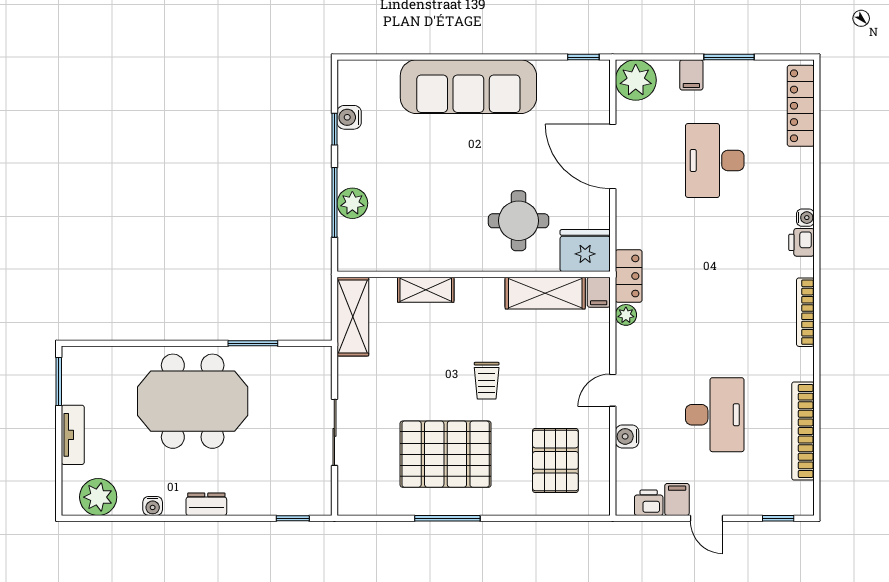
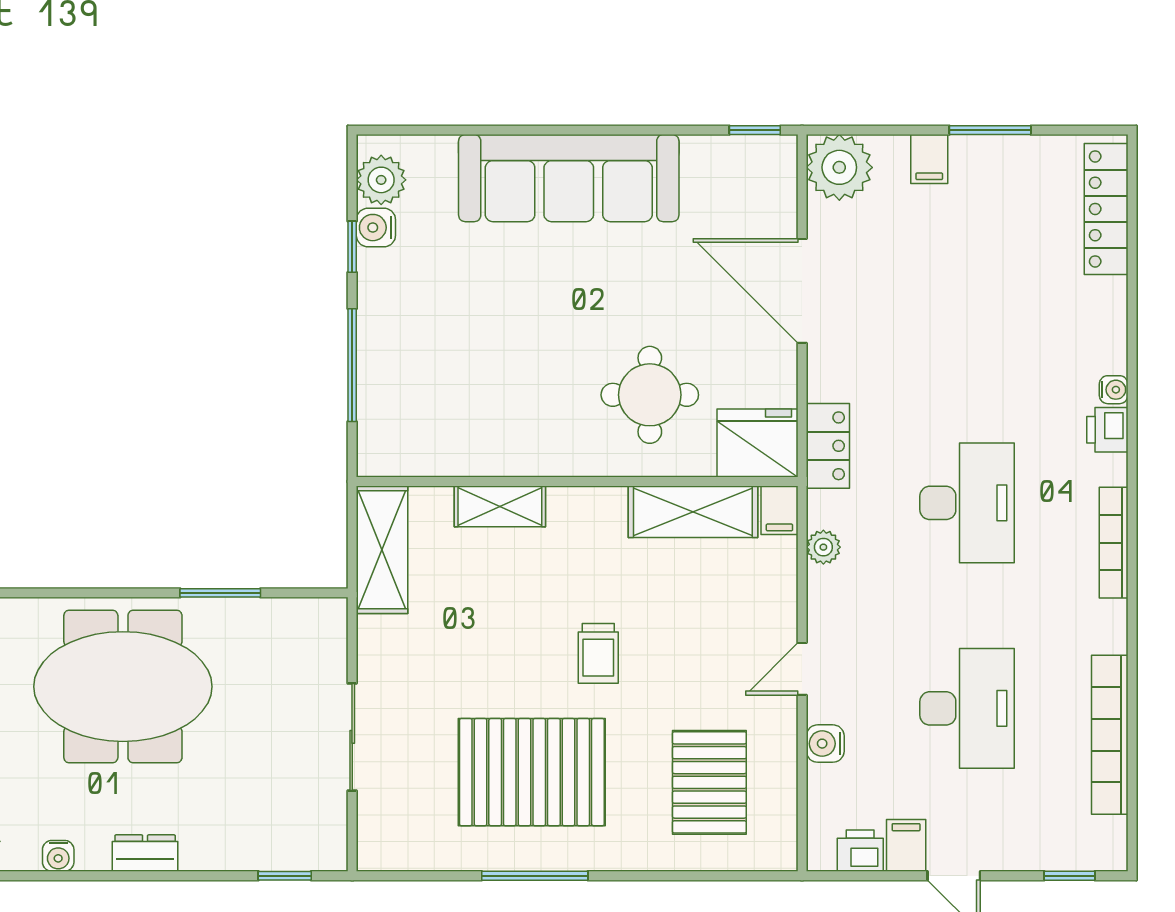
desk: (715, 161) -> (967, 503), moved, turned 180
plant: (352, 203) -> (381, 180), moved
locker: (629, 276) -> (828, 446), moved

